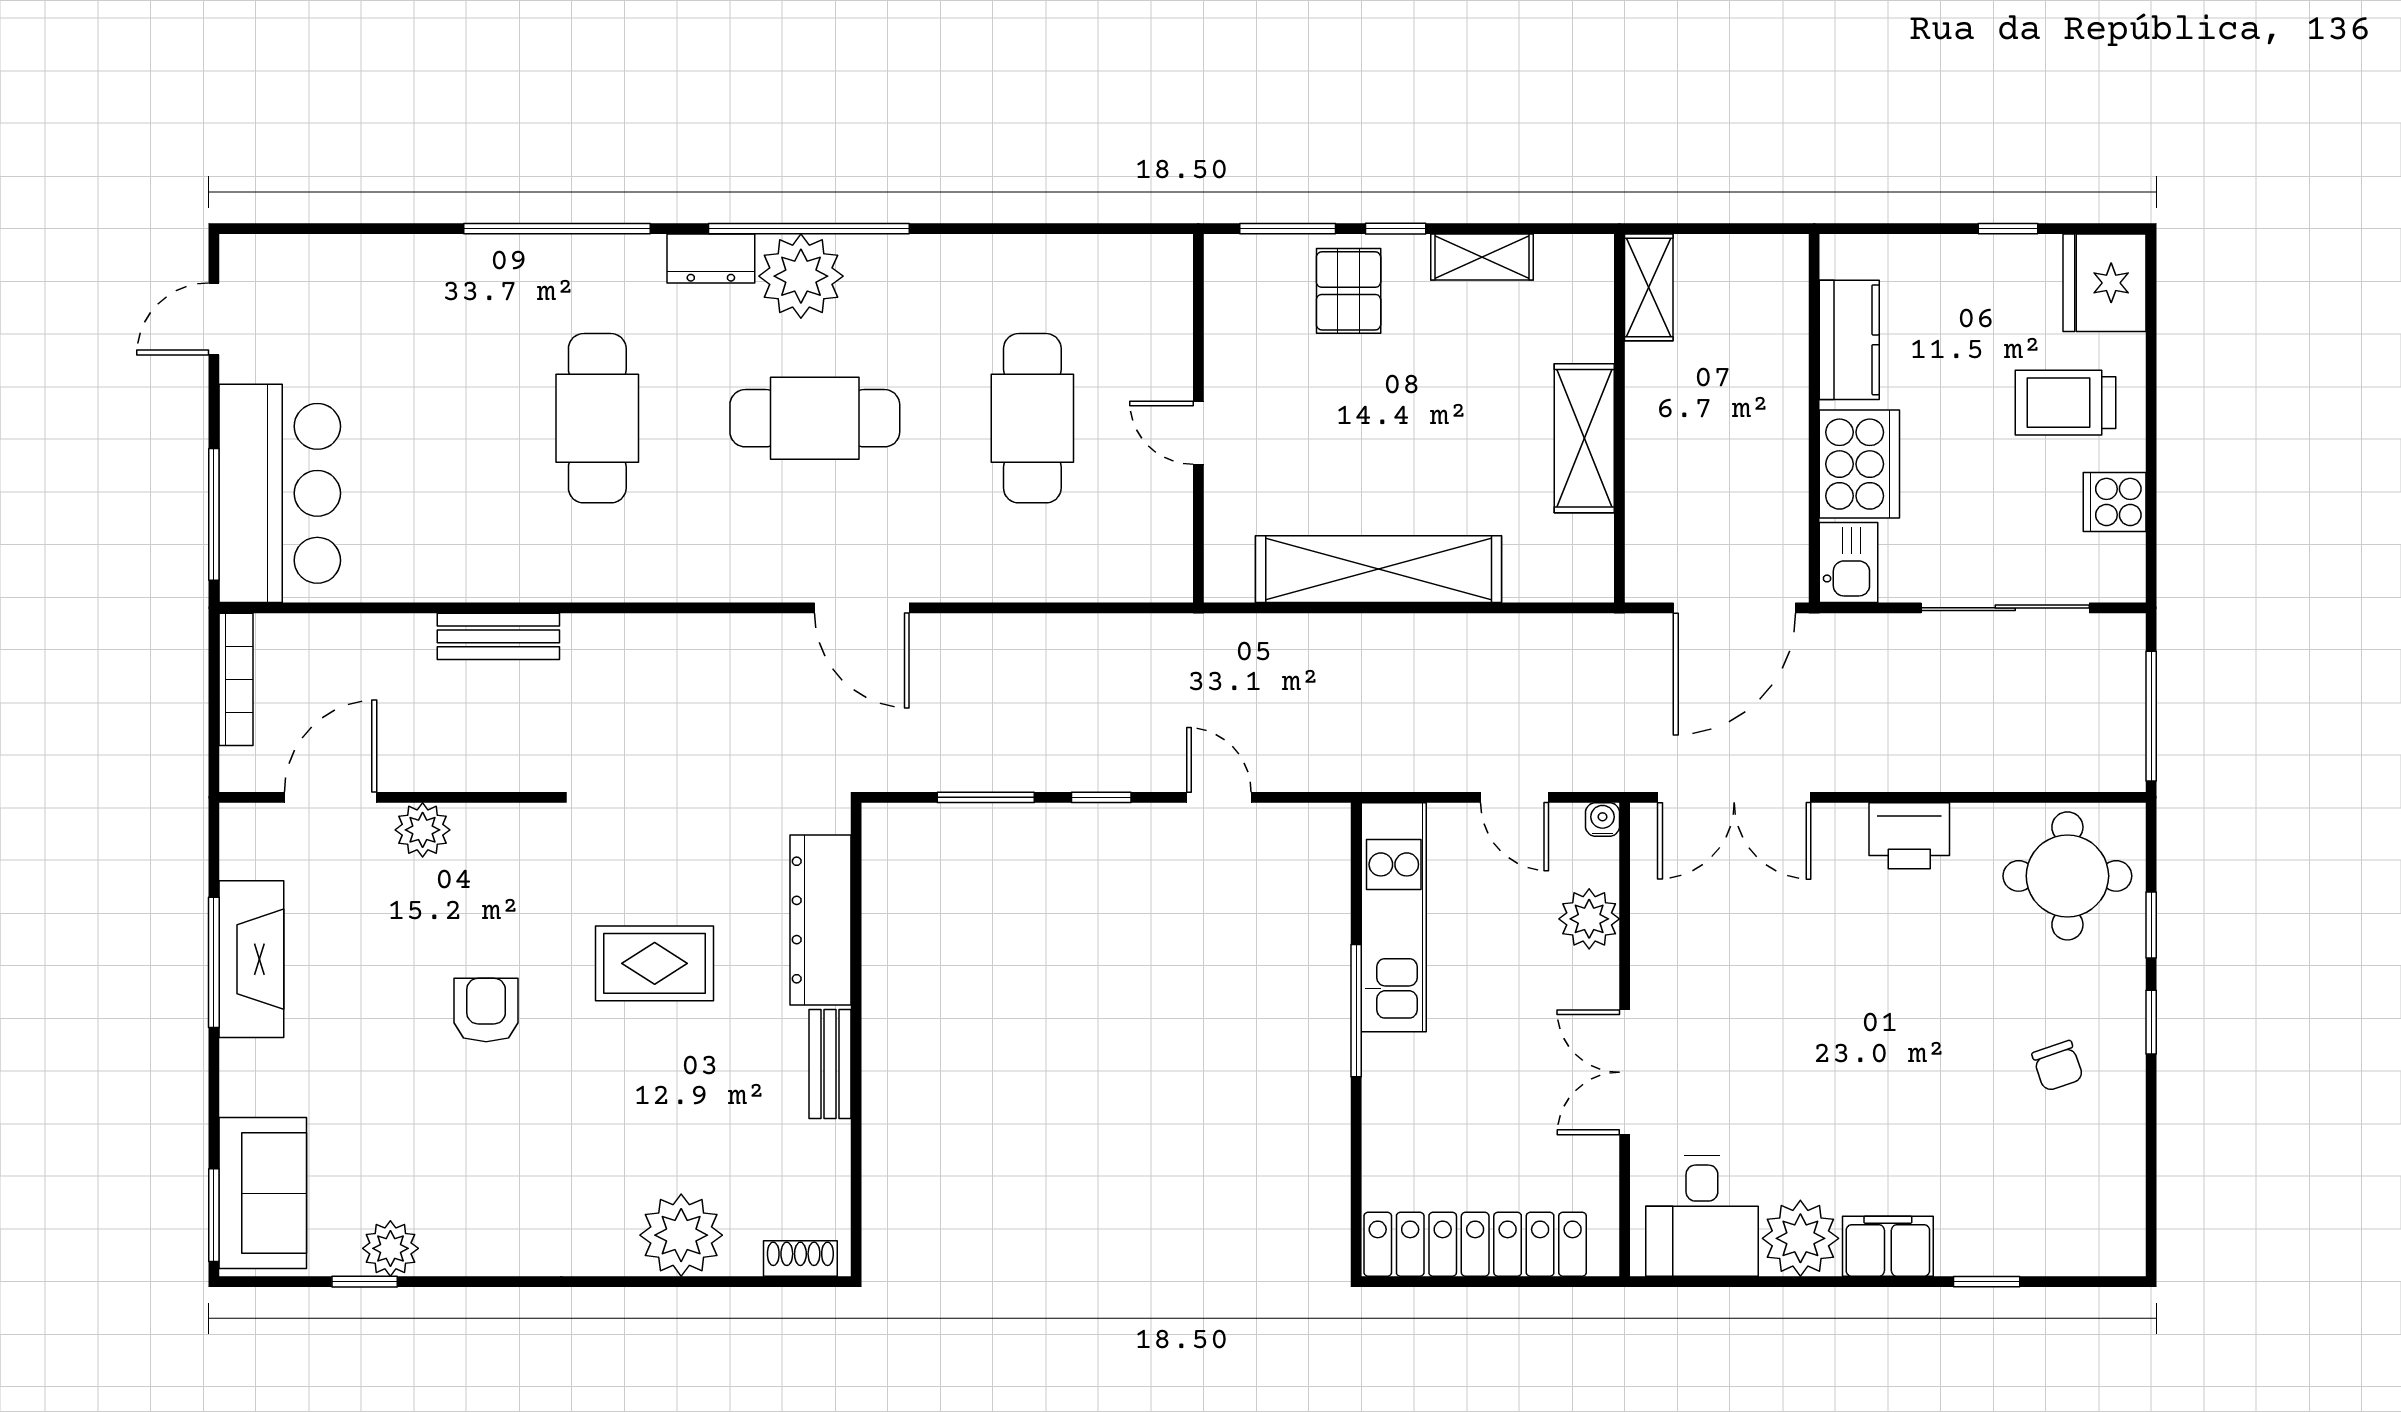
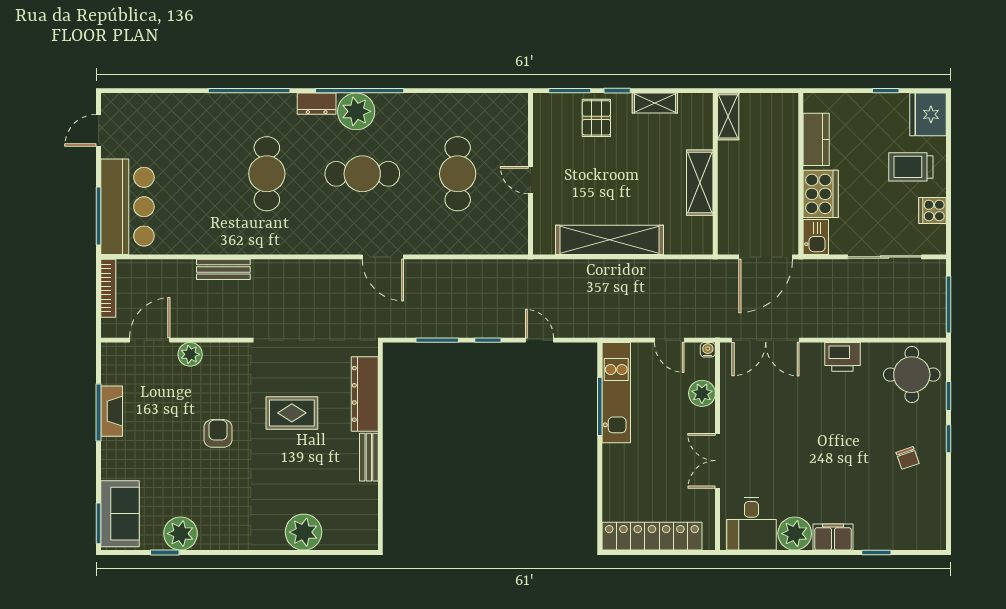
fireplace: (251, 959) -> (112, 411), width x0.73, depth x0.76
window: (1356, 1011) -> (600, 406), moved
plant: (390, 1248) -> (181, 534), width x1.36, depth x1.36
shoe rack: (800, 1258) -> (356, 542), removed

